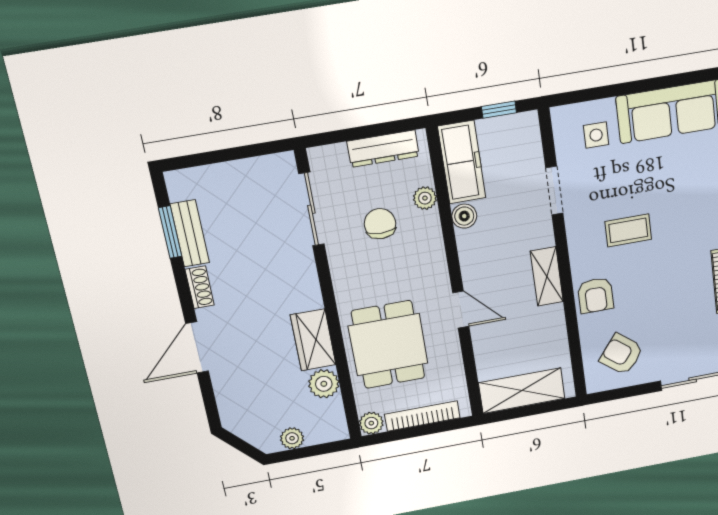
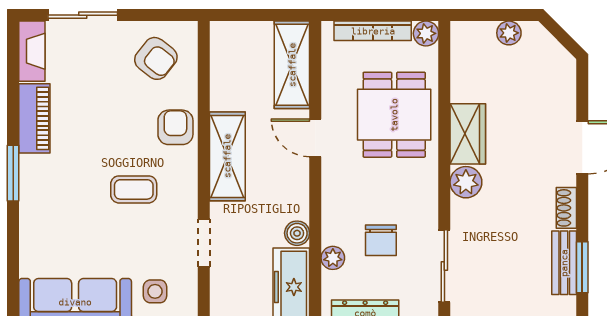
shelving: (547, 276) -> (227, 156), width x1.50, depth x1.33
plant: (324, 384) -> (466, 182), moved
shelving: (522, 391) -> (292, 65), moved, turned 90

